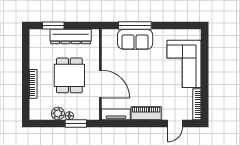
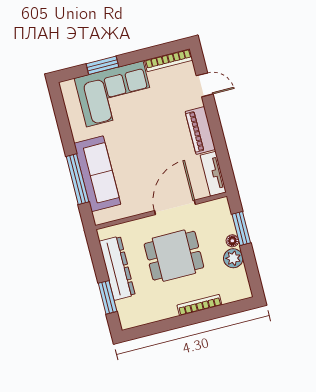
sofa: (135, 39) -> (97, 174), width x1.36
window: (205, 61) -> (102, 65), added

